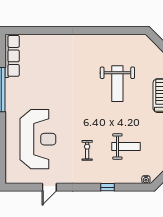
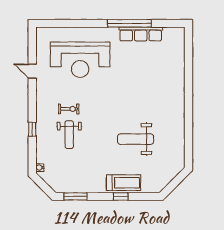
row of seats: (12, 56) -> (141, 34), moved
weight bench: (126, 147) -> (69, 135), moved

